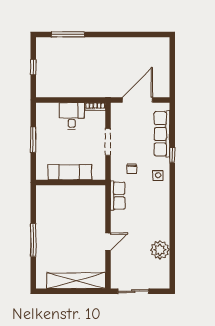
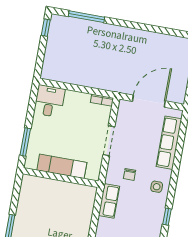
window: (33, 67) -> (46, 28), moved
desk: (72, 116) -> (49, 101), moved
window: (33, 140) -> (25, 142), moved
window: (172, 155) -> (167, 217), moved

